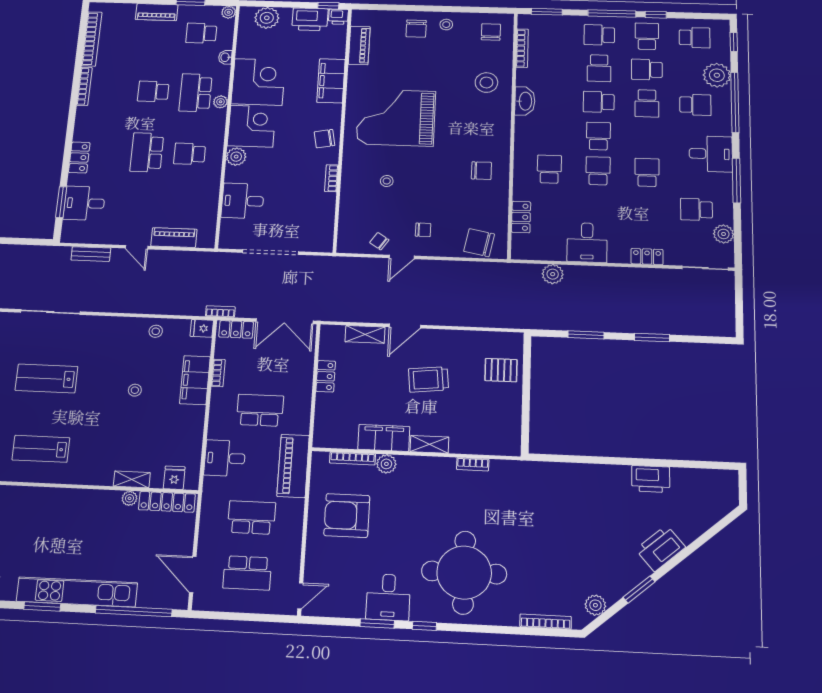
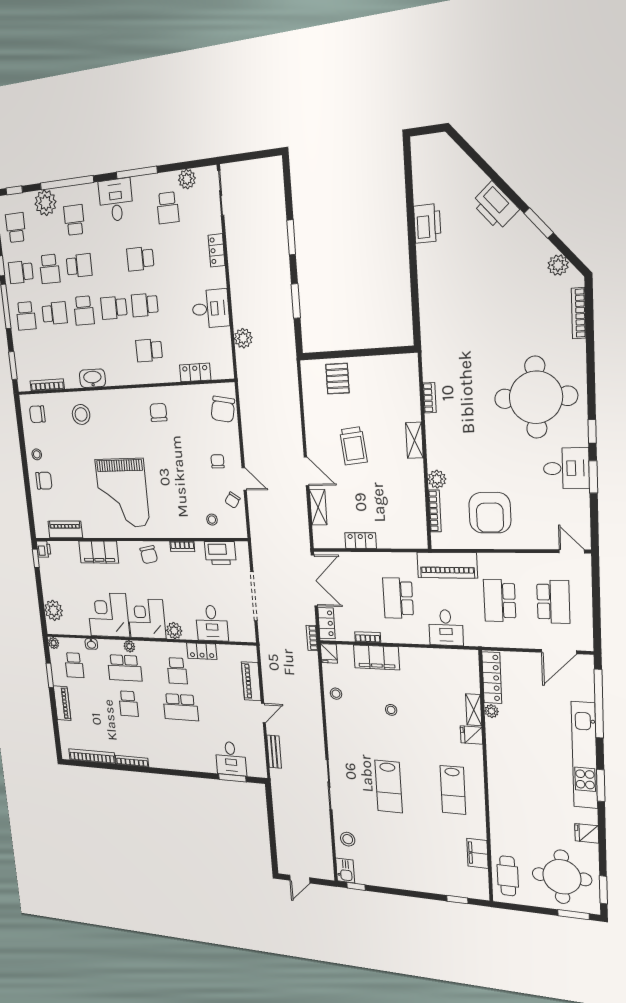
printer: (310, 19) -> (220, 553), moved, turned 90
locker: (79, 157) -> (202, 651), moved, turned 180
stool: (387, 181) -> (212, 520), moved
filing cabinet: (384, 438) -> (413, 483), removed
fridge: (174, 478) -> (471, 735), moved

